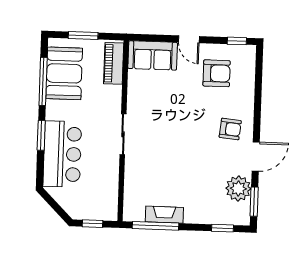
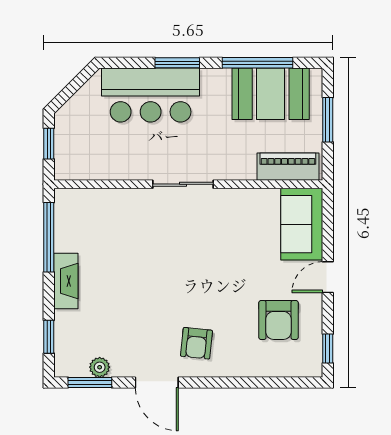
plant: (238, 189) -> (100, 367), width x0.53, depth x0.53
fireplace: (164, 215) -> (66, 281), moved

